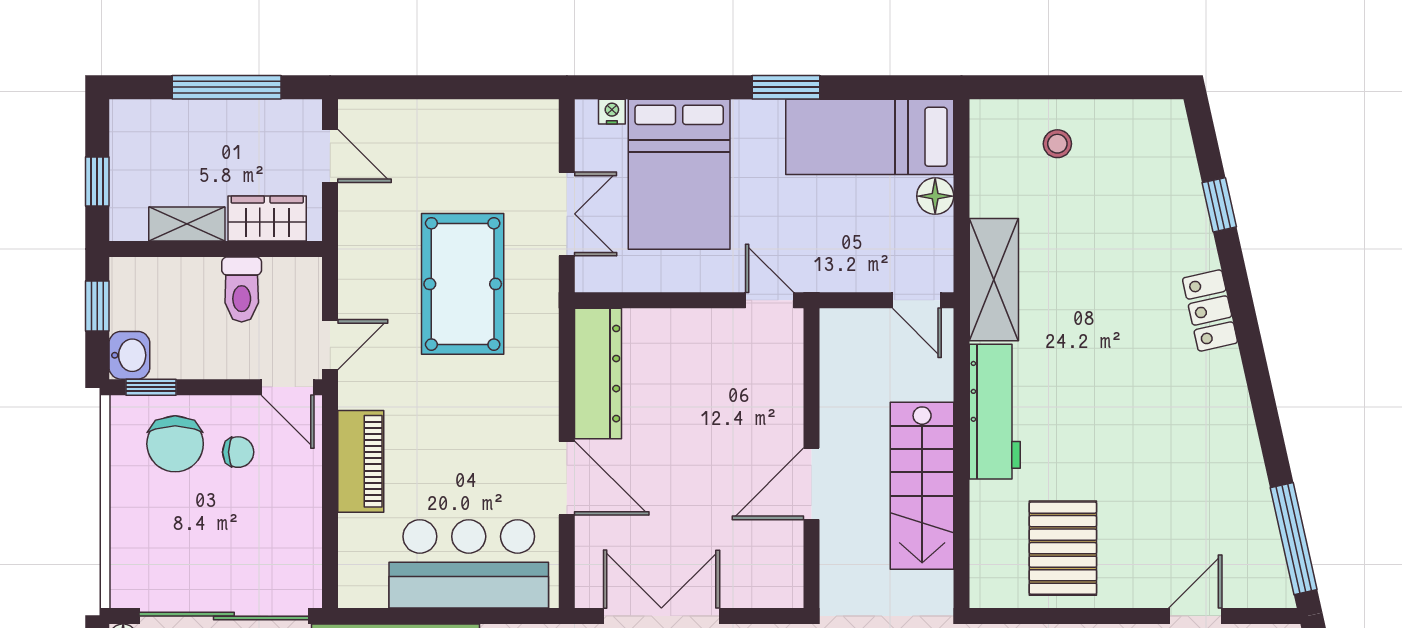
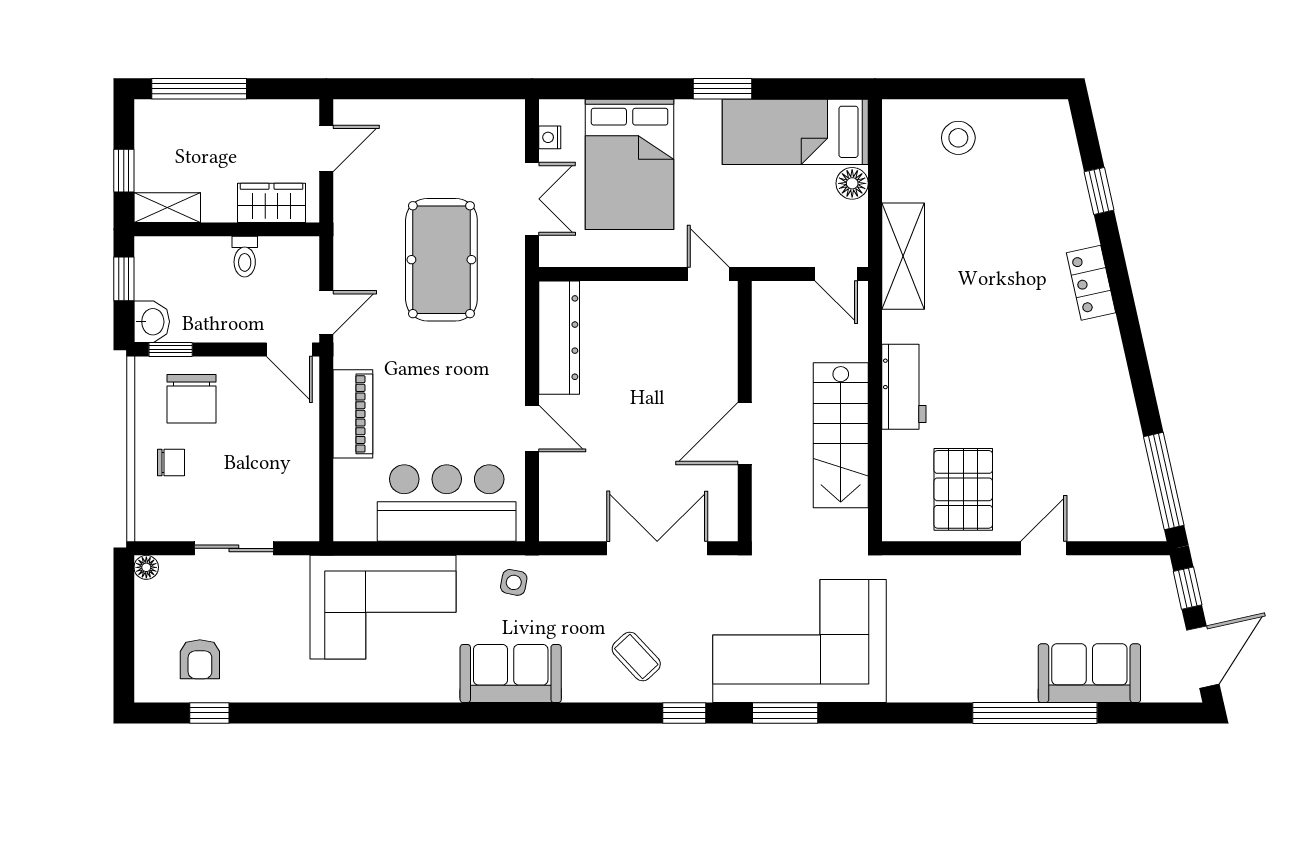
window: (227, 87) -> (199, 89), moved
nightstand: (612, 112) -> (550, 137), moved, turned -90
stool: (1057, 144) -> (958, 138), width x1.37, depth x1.37
door: (330, 156) -> (326, 148), hinge flipped
shelving: (187, 224) -> (167, 208), moved
toilet: (242, 290) -> (245, 257), width x0.73, depth x0.72
workbench: (995, 412) -> (904, 387), width x0.73
chair: (238, 452) -> (171, 463), moved
door: (567, 478) -> (532, 428), width x0.73
sliding door: (224, 616) -> (234, 548), width x0.54
double door: (661, 616) -> (657, 548), moved
door: (1195, 616) -> (1044, 548), moved

